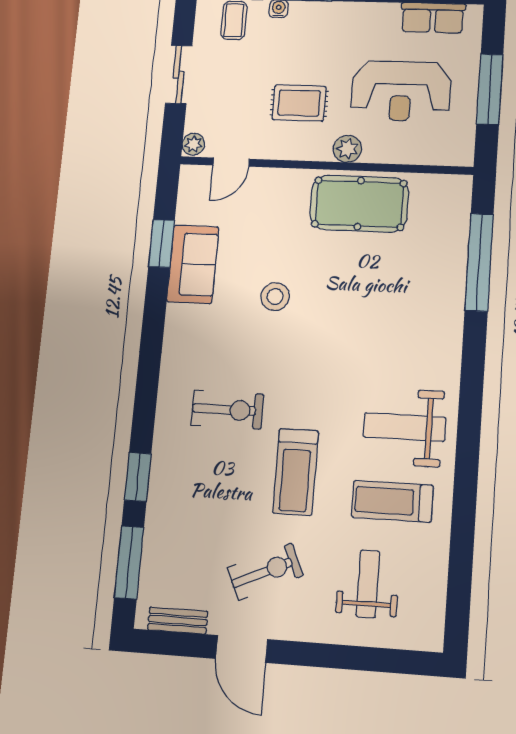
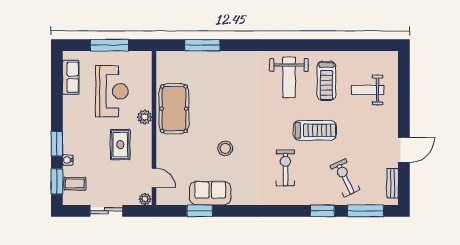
window: (479, 262) -> (202, 45), width x0.68
exercise bike: (265, 572) -> (345, 178), moved

